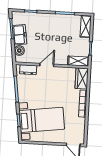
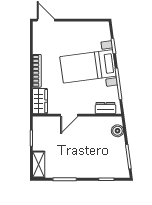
freezer: (20, 35) -> (118, 150), removed
shelving: (78, 61) -> (45, 122), removed
door: (47, 65) -> (69, 115), moved
bed with nightstands: (42, 120) -> (88, 66), moved

